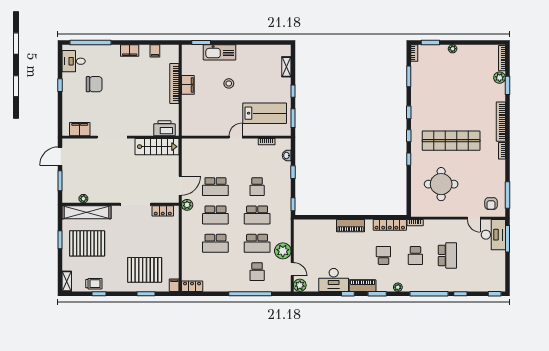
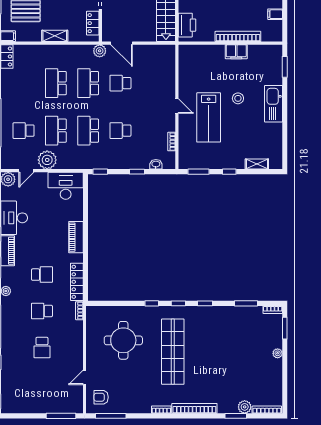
kitchen sink: (220, 52) -> (274, 104), moved
lab bench: (265, 113) -> (209, 117), moved
school desk: (215, 187) -> (120, 83), width x0.54
desk: (493, 235) -> (66, 186), moved, turned 180
shelving: (174, 244) -> (55, 36), added
school desk: (447, 255) -> (42, 347), width x0.54

